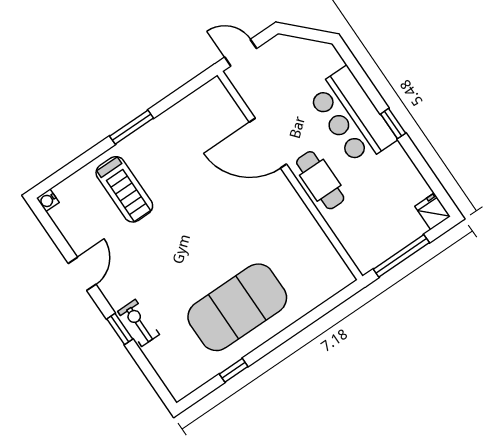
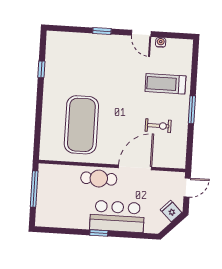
water cooler: (48, 200) -> (161, 42), moved
fridge: (433, 211) -> (171, 211), moved, turned -135
exercise mat: (237, 307) -> (81, 125), moved
exercise bike: (139, 323) -> (158, 126), moved

